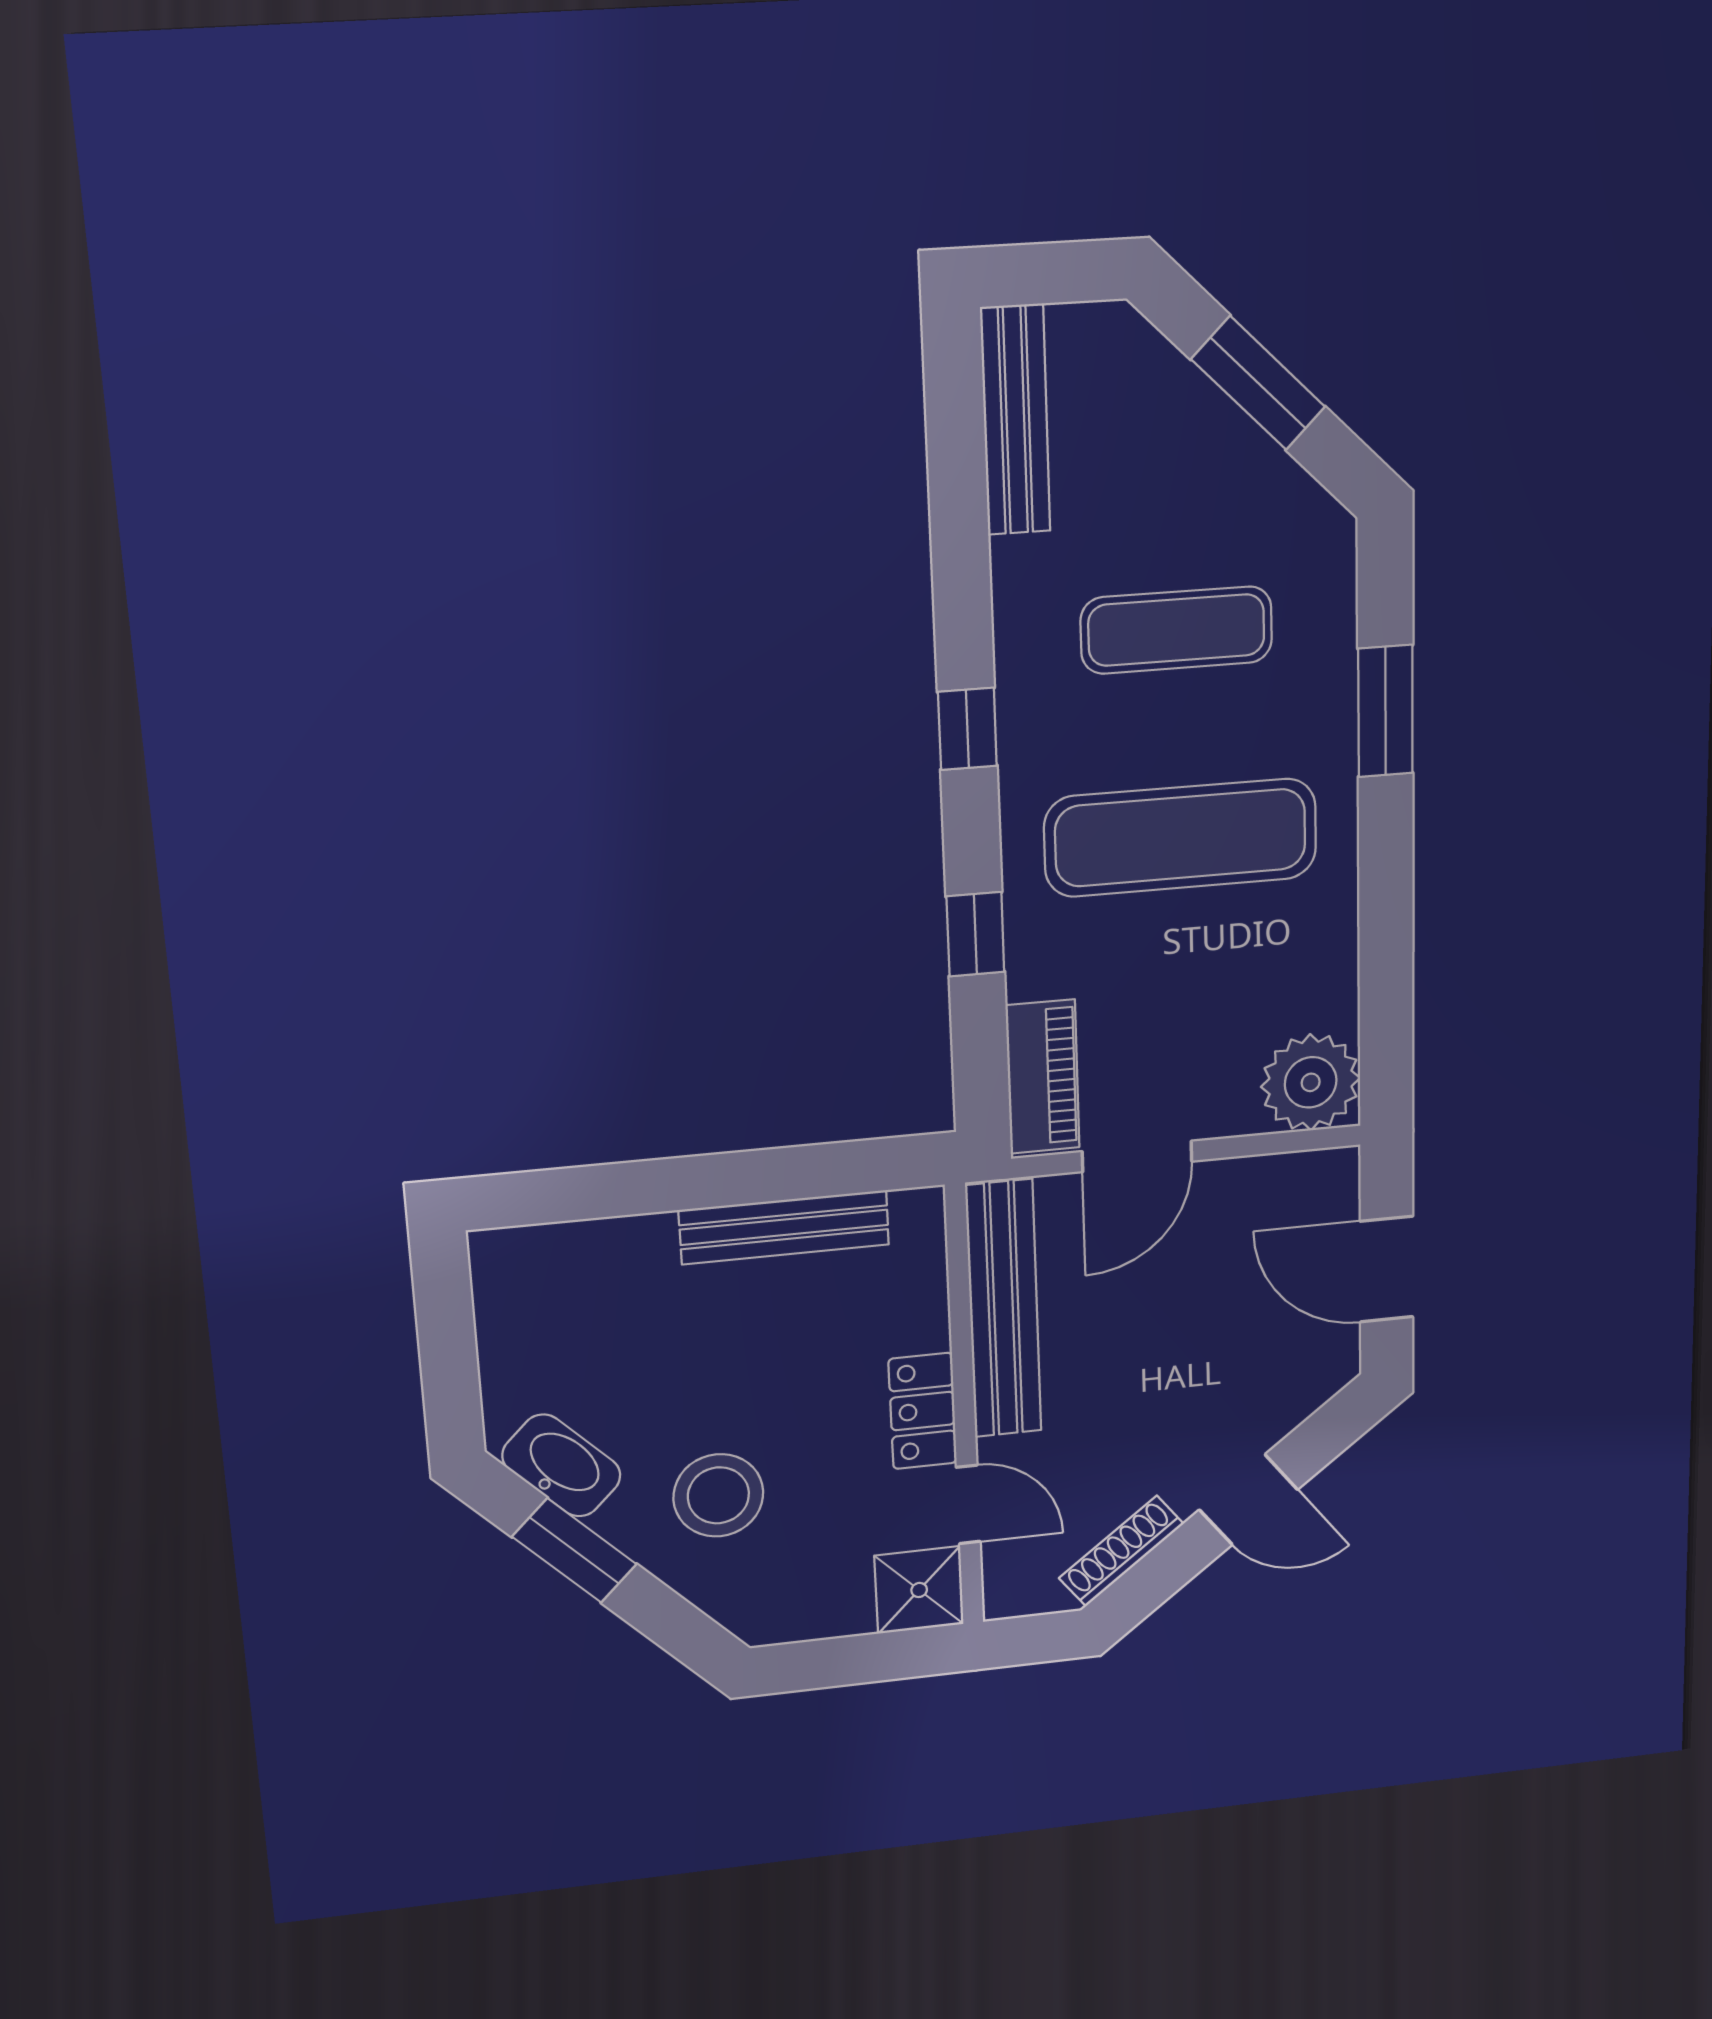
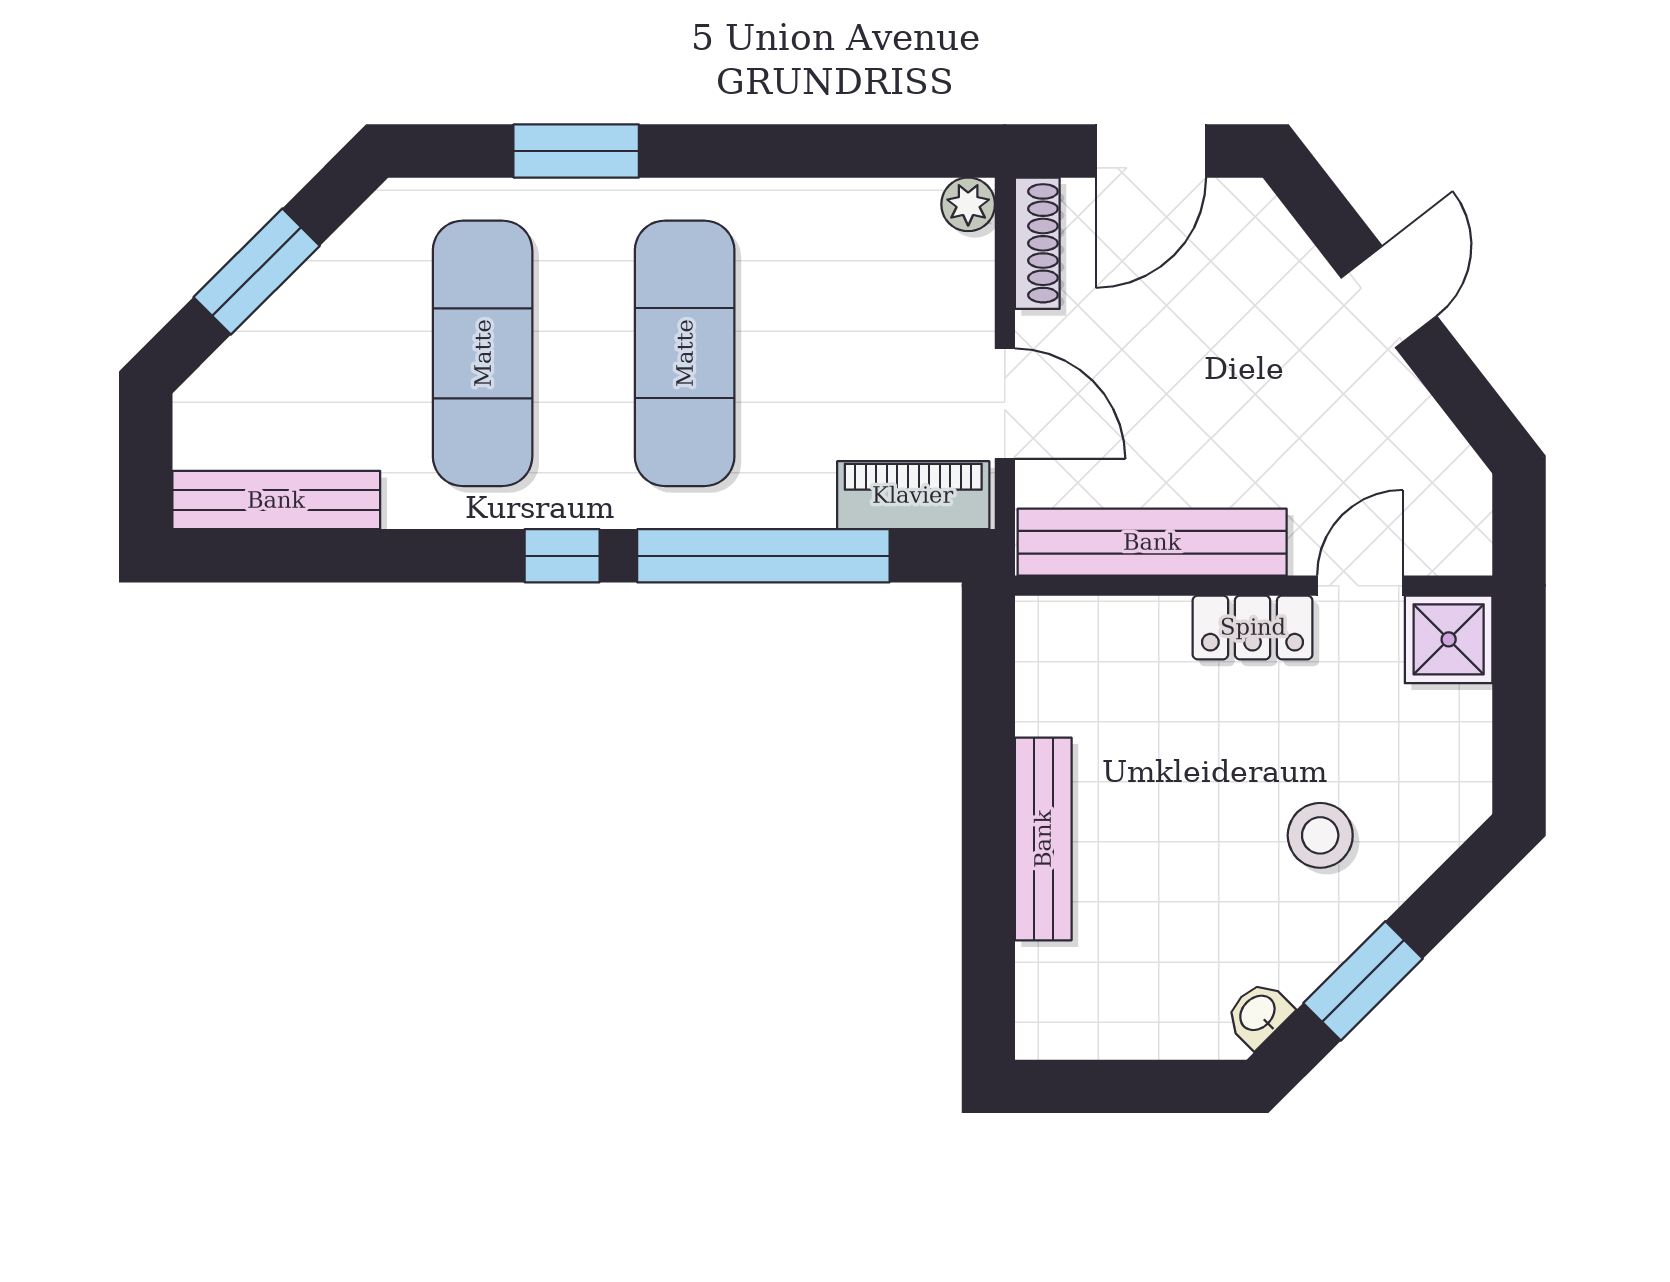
exercise mat: (1177, 630) -> (483, 353), width x1.36, depth x1.45
window: (975, 934) -> (763, 556), width x3.17
plant: (1311, 1082) -> (968, 204), width x0.53, depth x0.53
bench: (784, 1227) -> (1043, 839), moved
washbasin: (561, 1466) -> (1258, 1014), width x0.52, depth x0.69
stool: (718, 1495) -> (1320, 835), width x0.73, depth x0.73
shoe rack: (1121, 1551) -> (1037, 243), moved, turned -142

